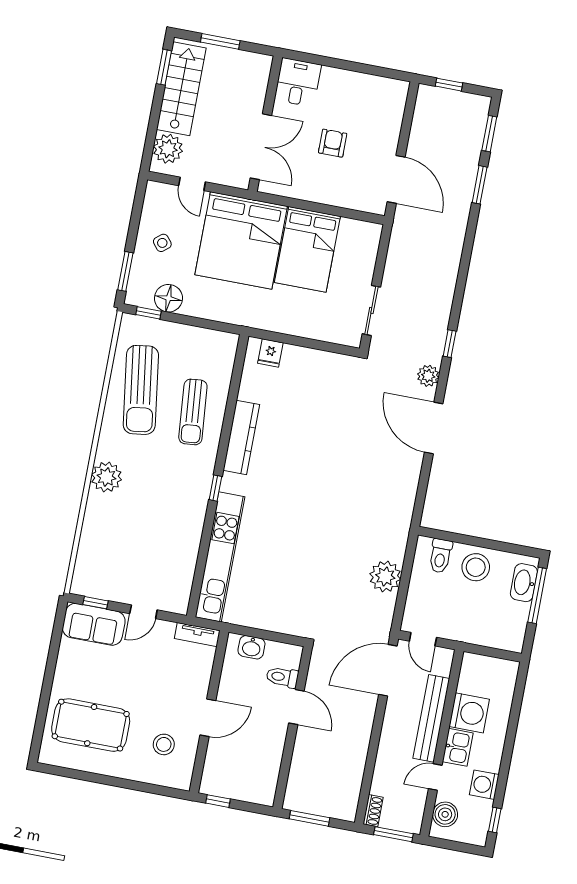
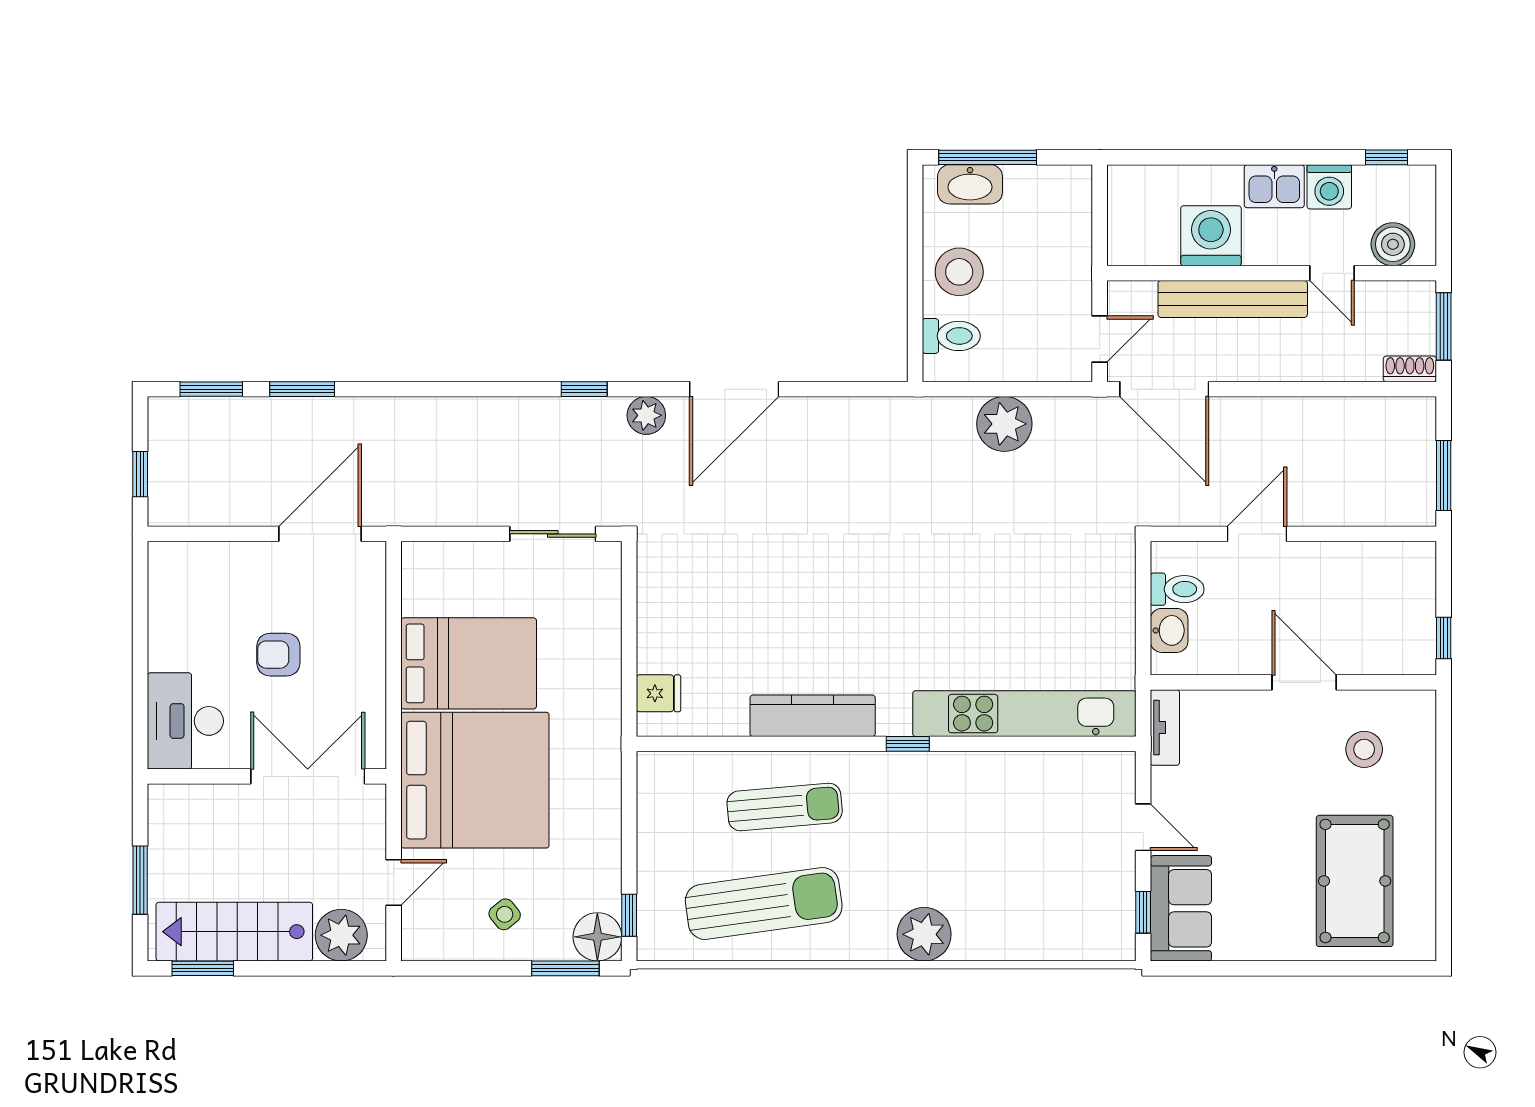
desk: (298, 82) -> (185, 721), width x1.37
floor lamp: (168, 298) -> (597, 937), moved
toilet: (282, 677) -> (1177, 589), moved, turned -90
kitchen sink: (458, 747) -> (1274, 186), moved, turned 180

